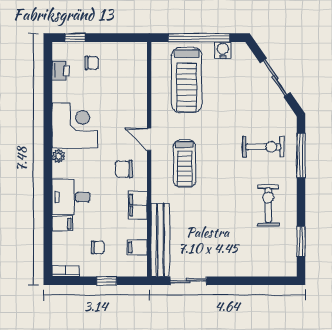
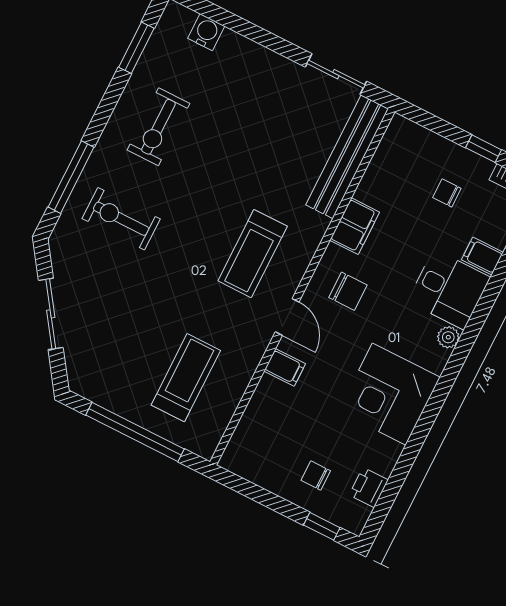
water cooler: (223, 50) -> (206, 32), moved, turned 180
treadmill: (187, 80) -> (186, 378), width x0.73, depth x0.73
plant: (59, 156) -> (448, 337), moved
treadmill: (184, 163) -> (253, 254), turned 180
filing cabinet: (137, 247) -> (285, 367), moved
window: (107, 281) -> (483, 149), moved

